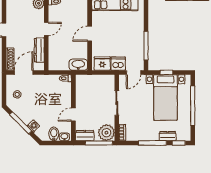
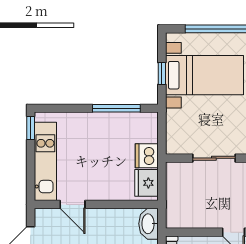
door: (90, 34) -> (73, 204), moved
door: (134, 72) -> (162, 130), removed

